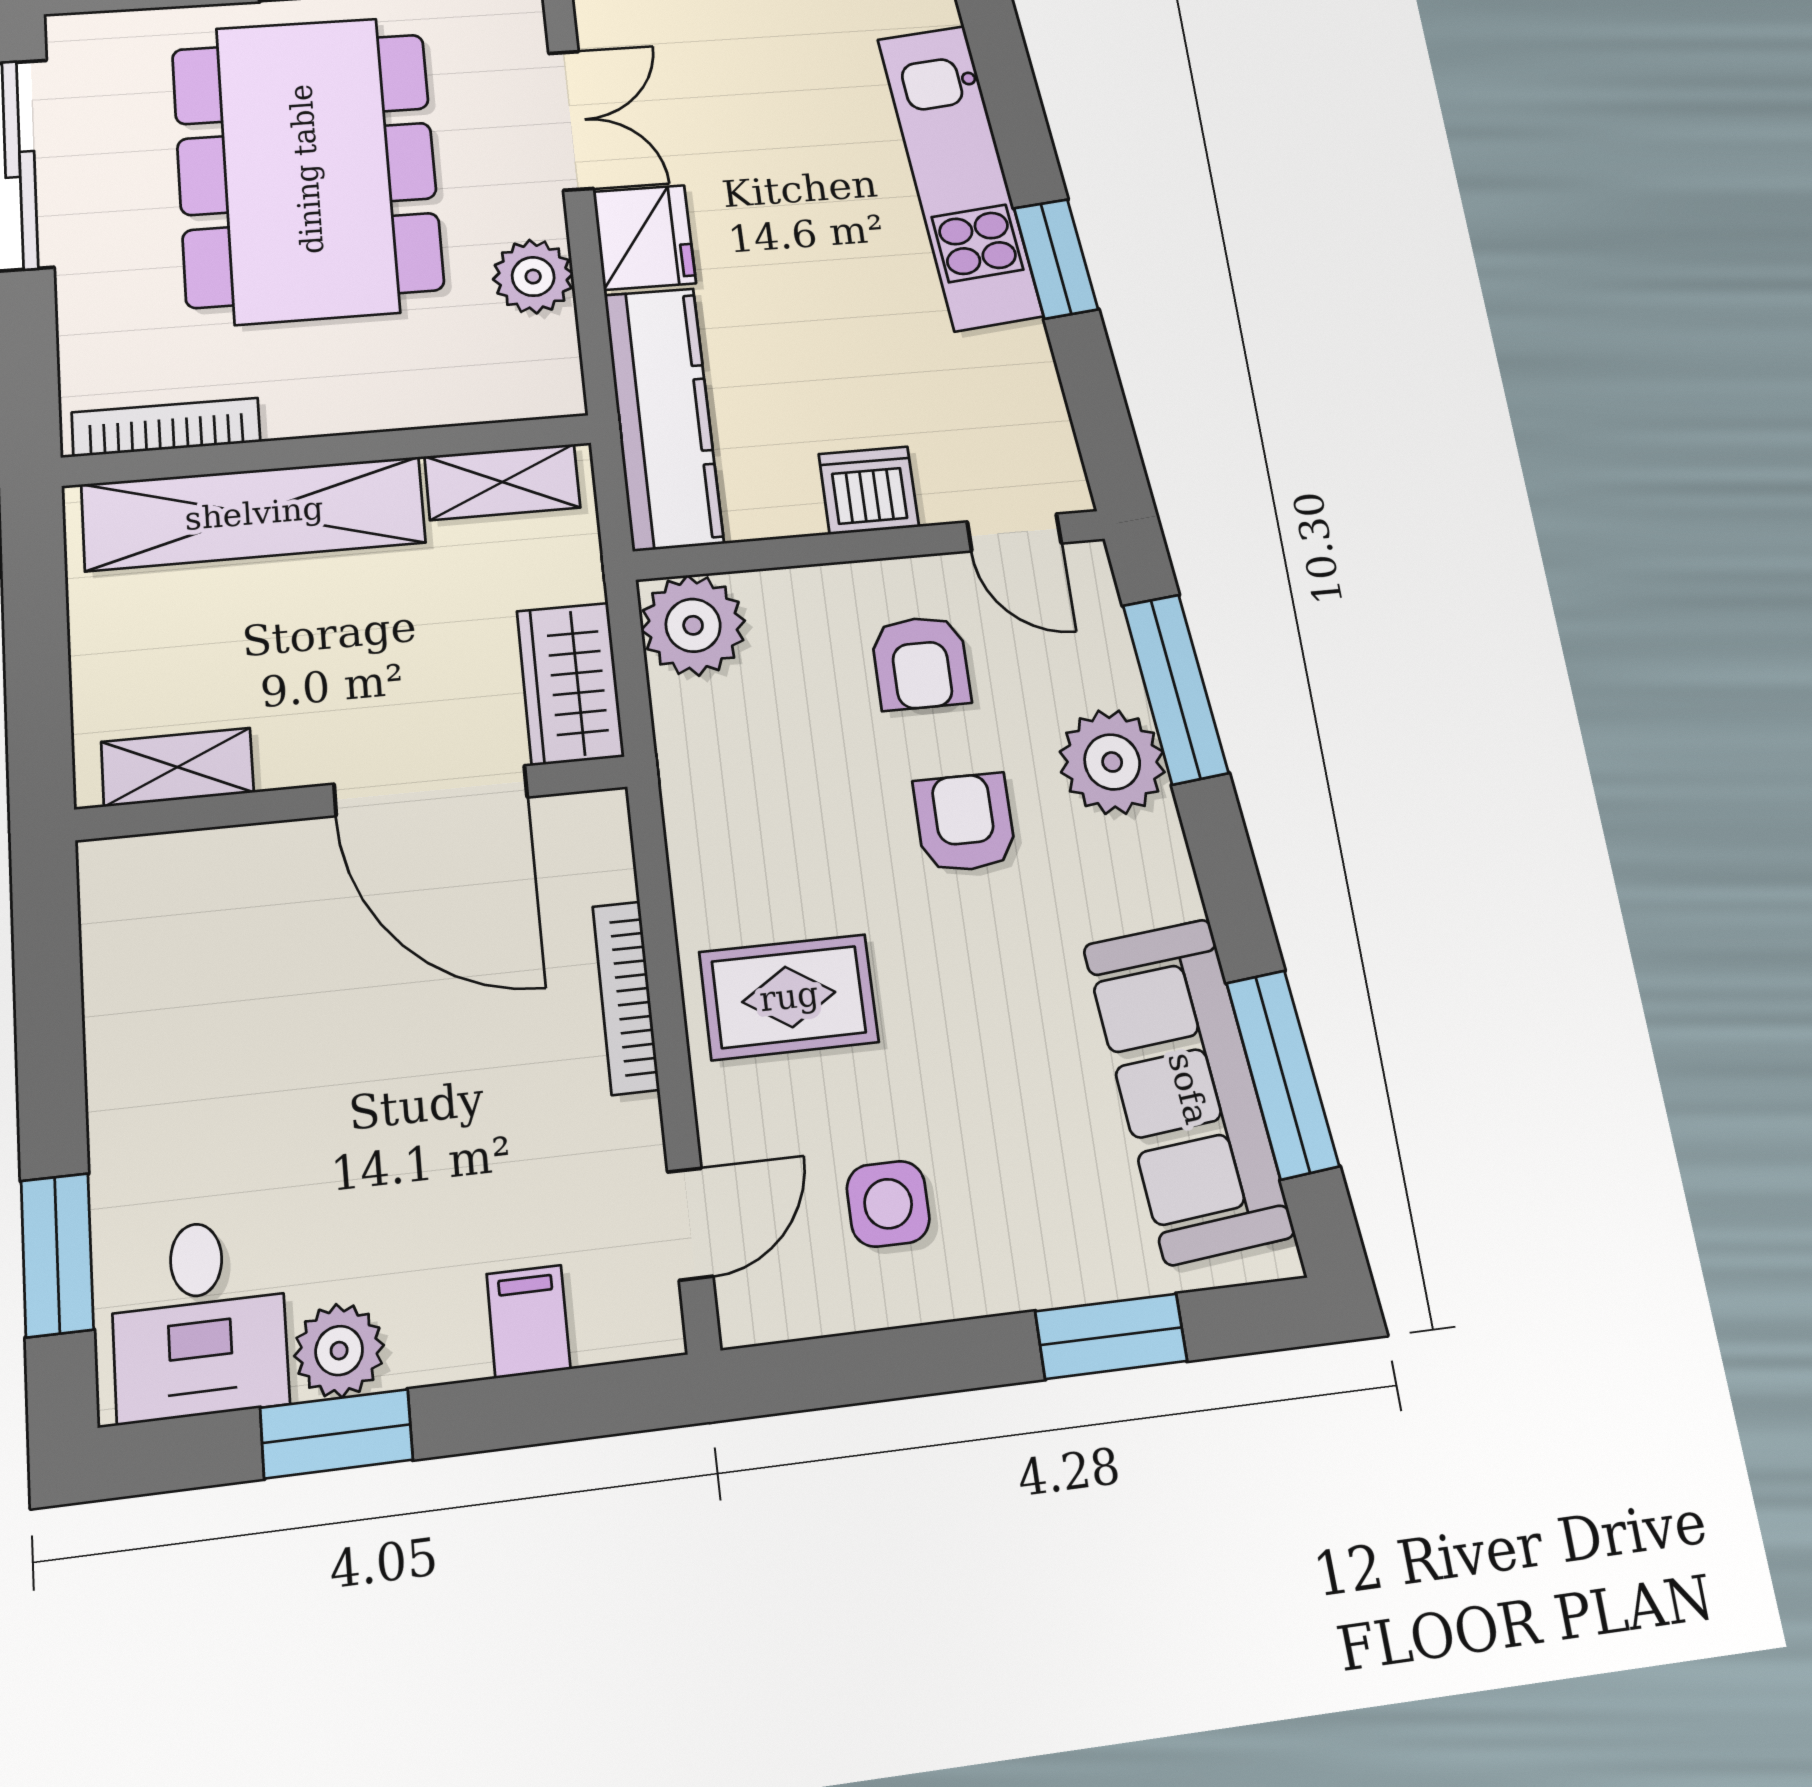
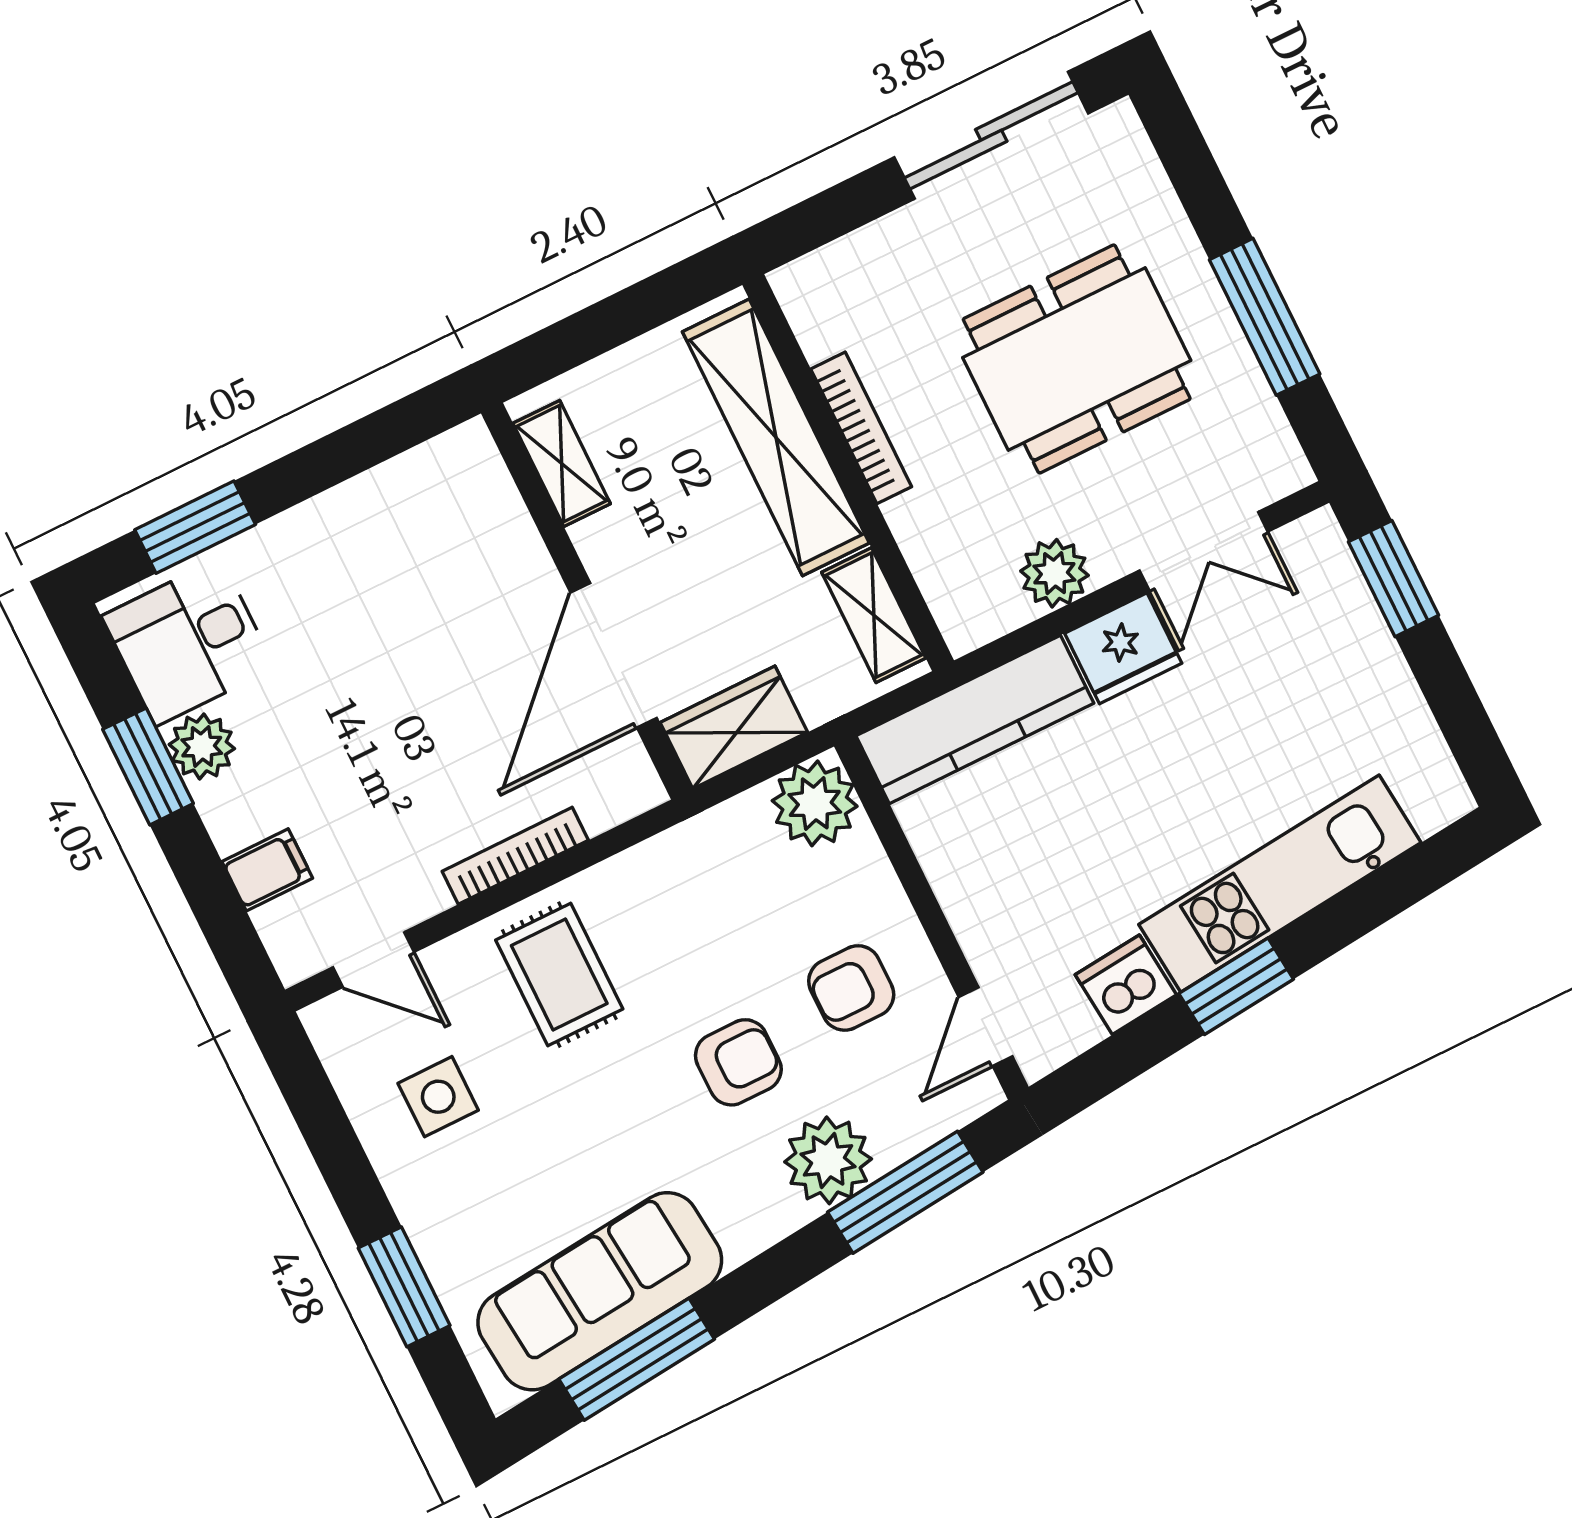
dining table: (307, 169) -> (1077, 359), width x0.73, depth x0.80
bookcase: (166, 427) -> (861, 428), moved
dishwasher: (869, 490) -> (1126, 985), moved, turned -96

